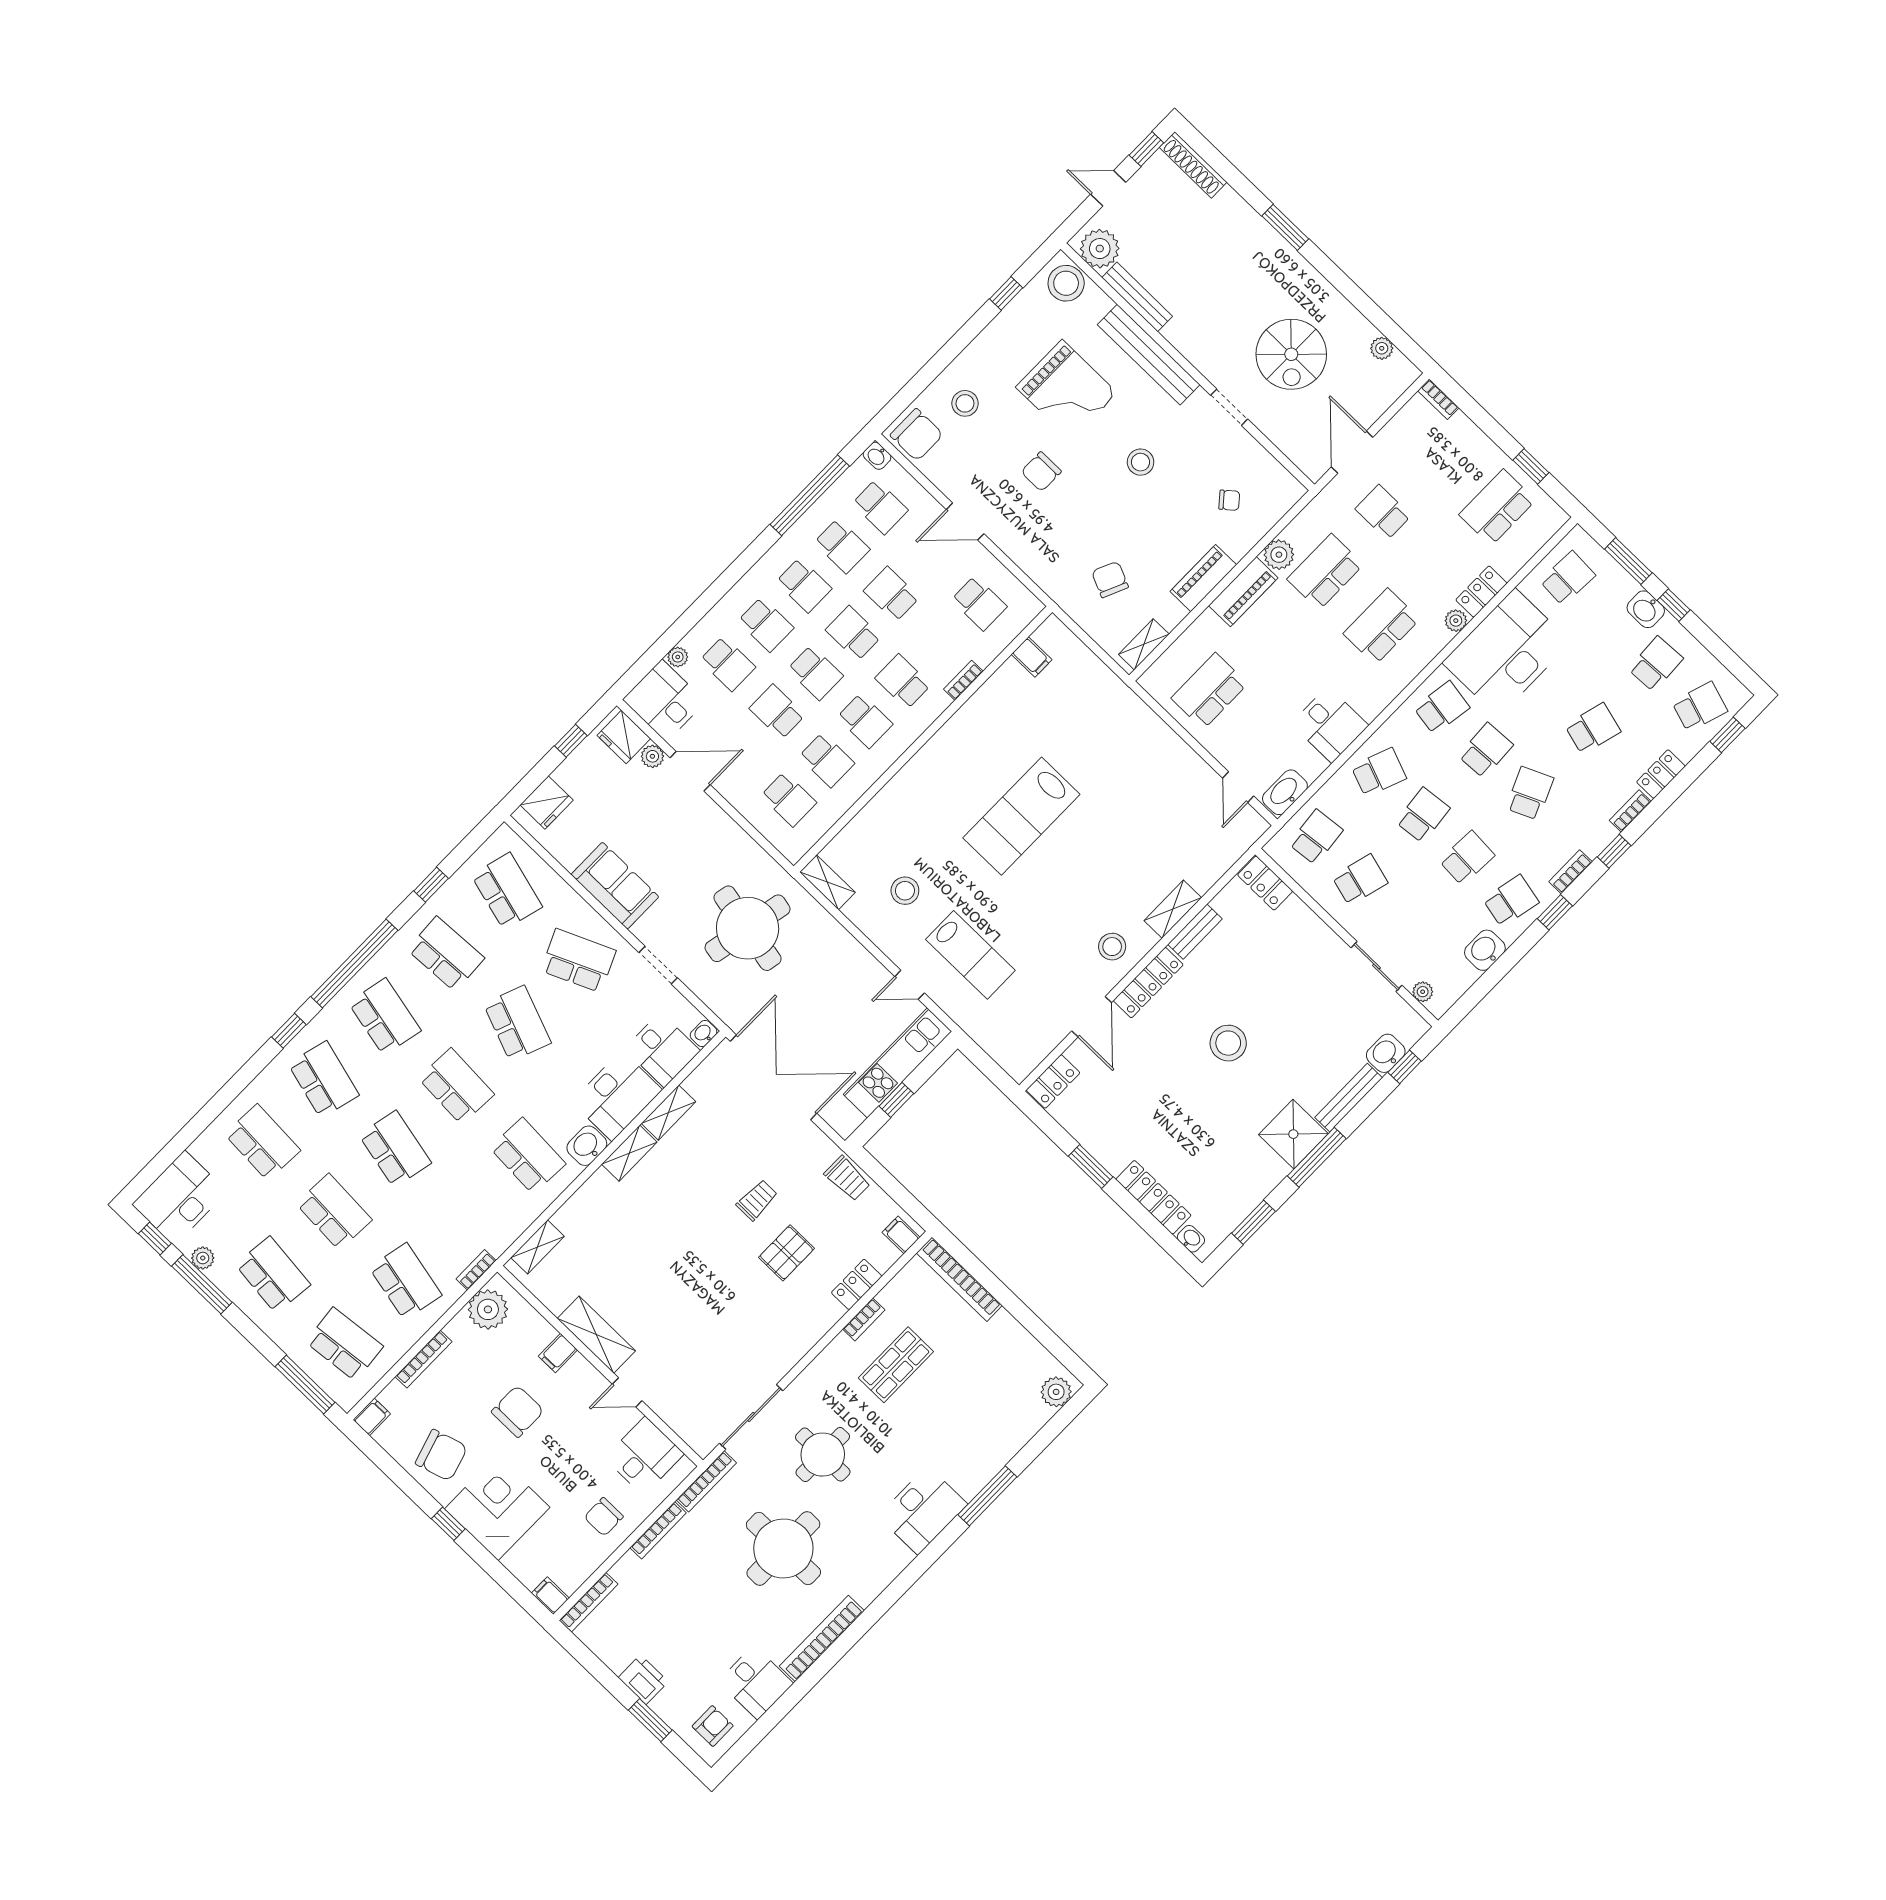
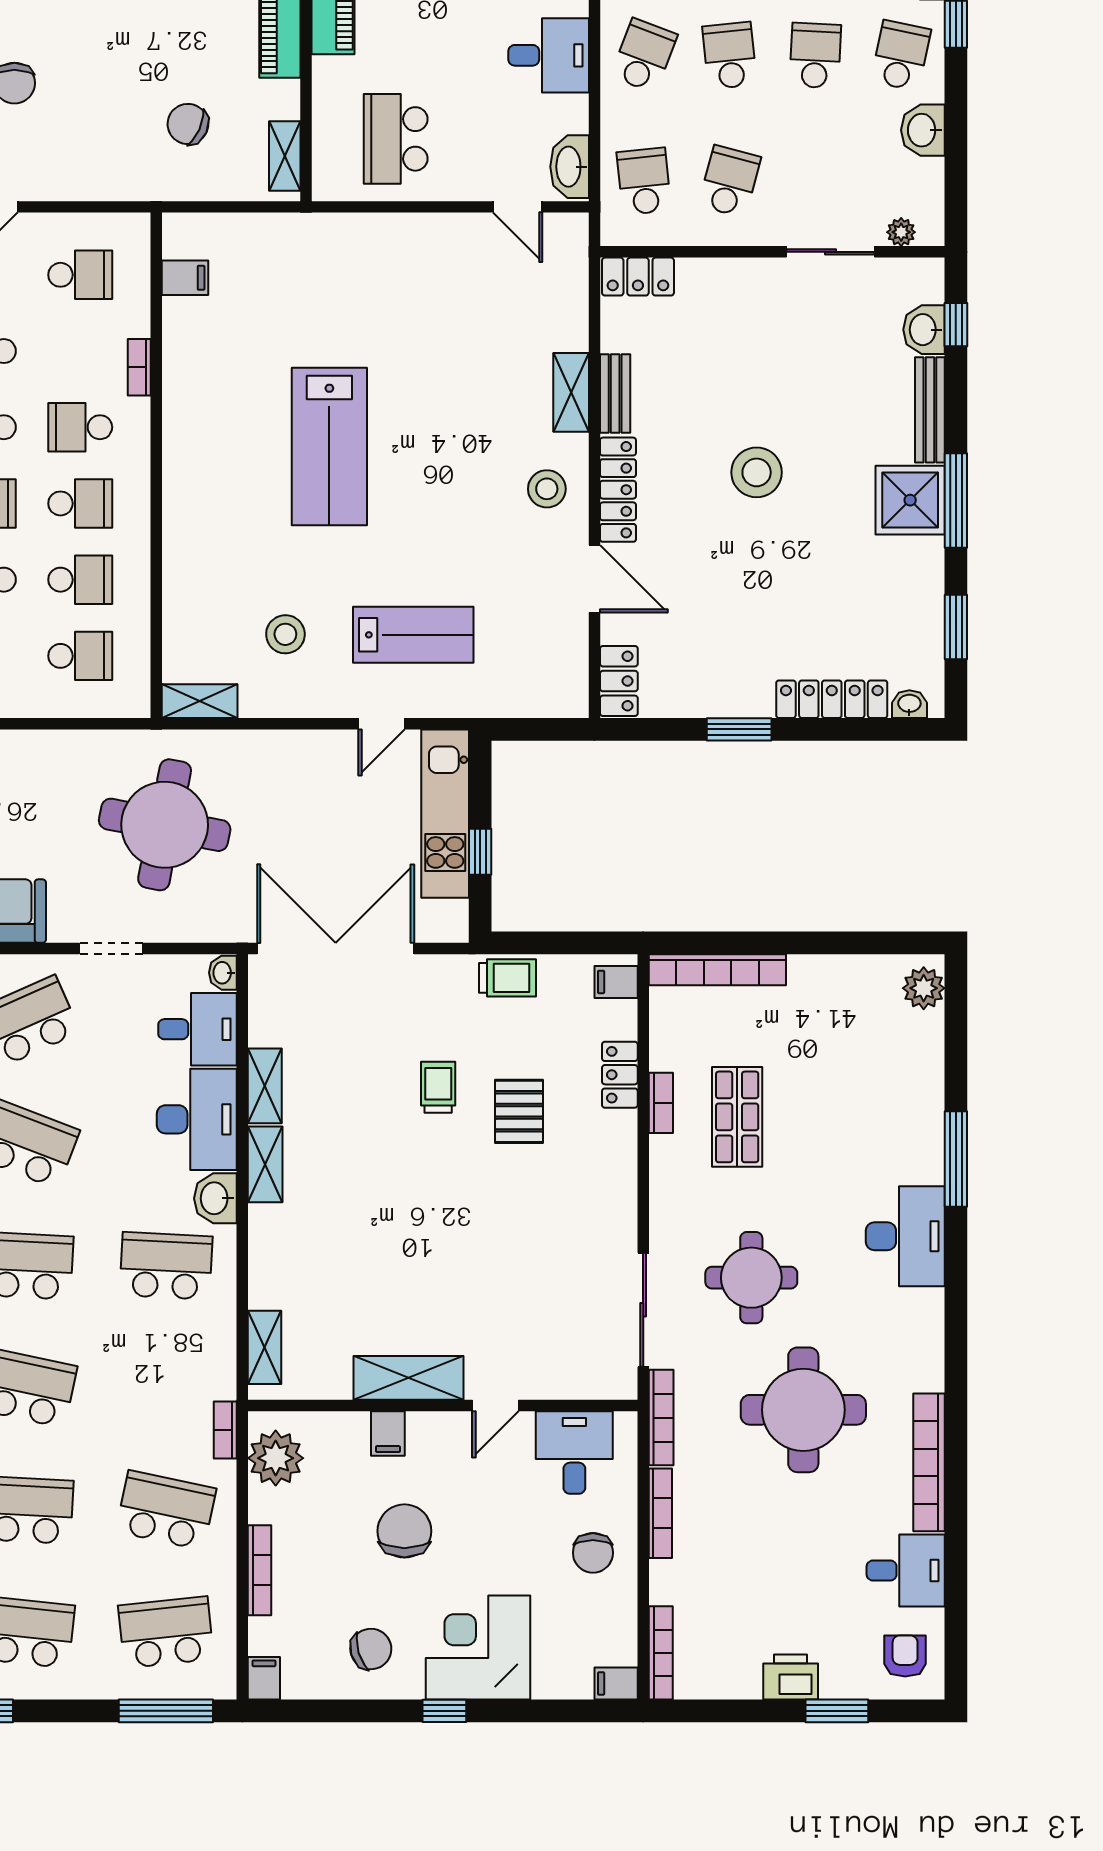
chair: (441, 1455) -> (371, 1649), width x0.73, depth x0.73

